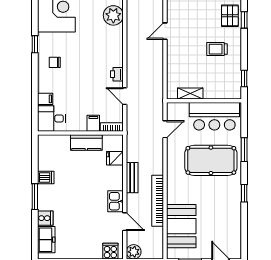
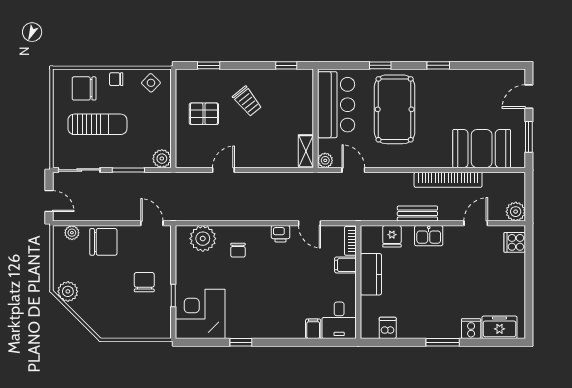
pallet: (230, 16) -> (204, 114), moved
door: (165, 31) -> (223, 170), swing flipped
trolley: (217, 49) -> (247, 101), turned -39
chair: (55, 62) -> (238, 250), moved
shelving: (190, 93) -> (306, 151), moved
door: (125, 96) -> (310, 223), hinge flipped
plant: (172, 108) -> (325, 160), added
window: (244, 150) -> (380, 65), width x0.67
dishwasher: (46, 177) -> (388, 328), moved
kitchen sink: (115, 201) -> (429, 236), moved

